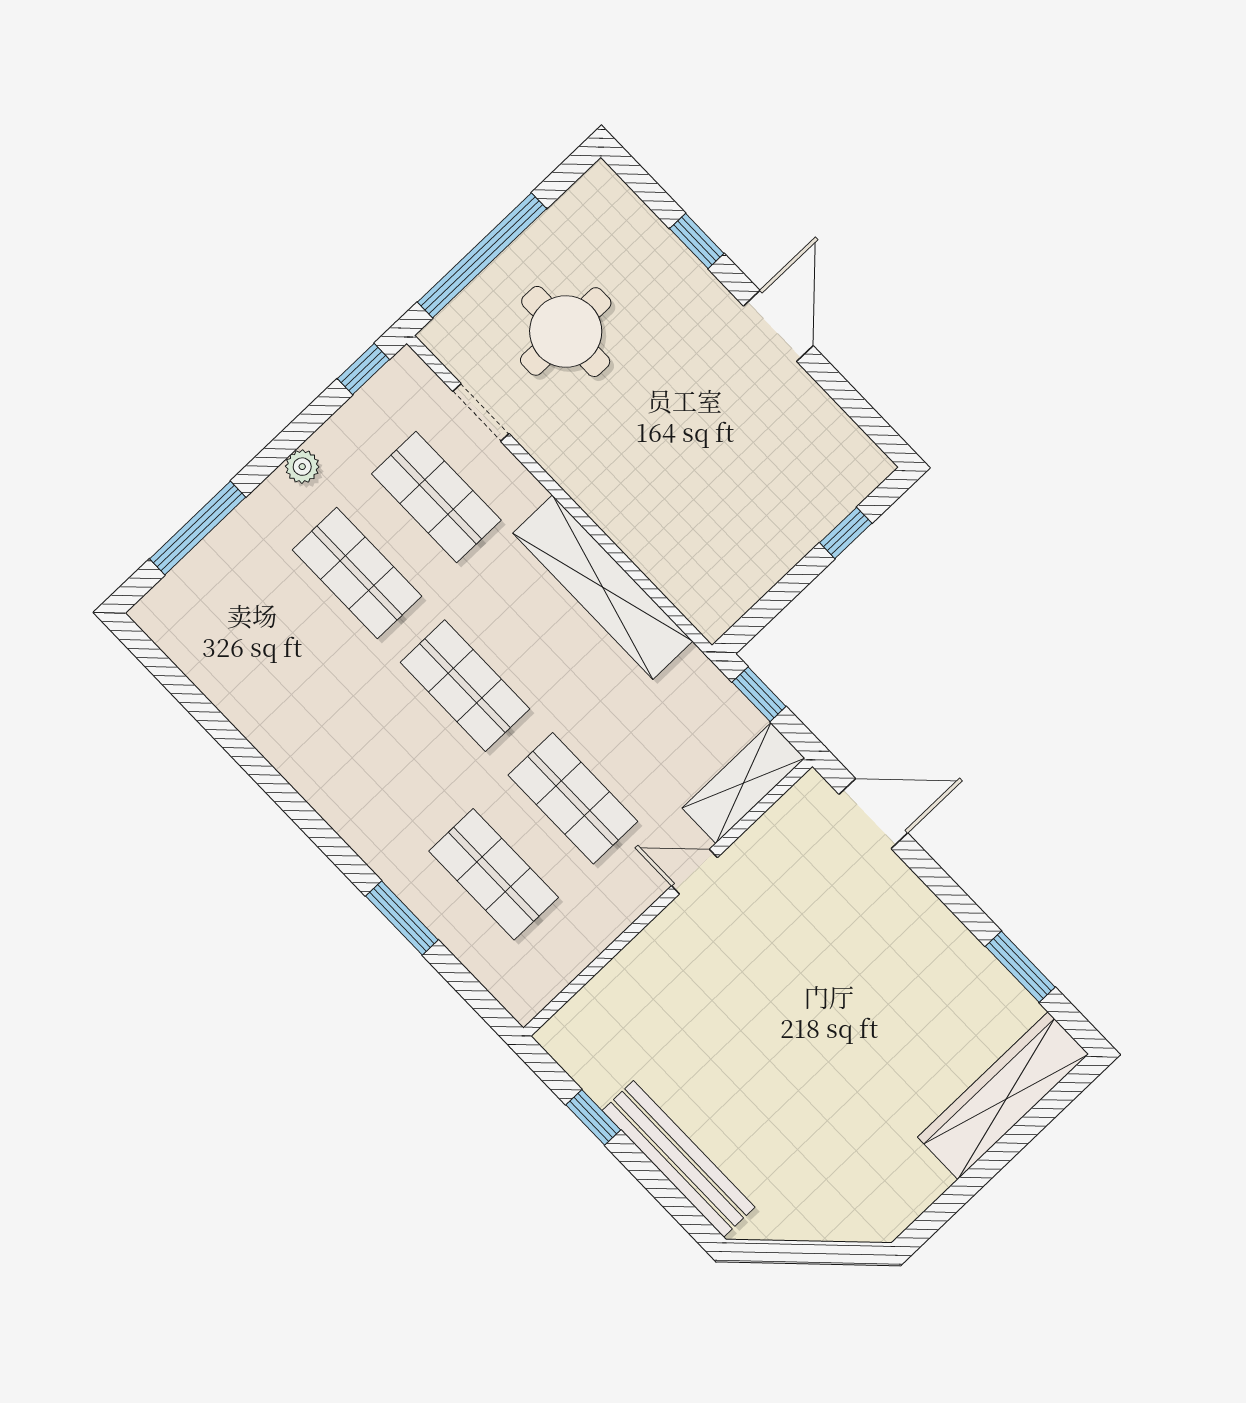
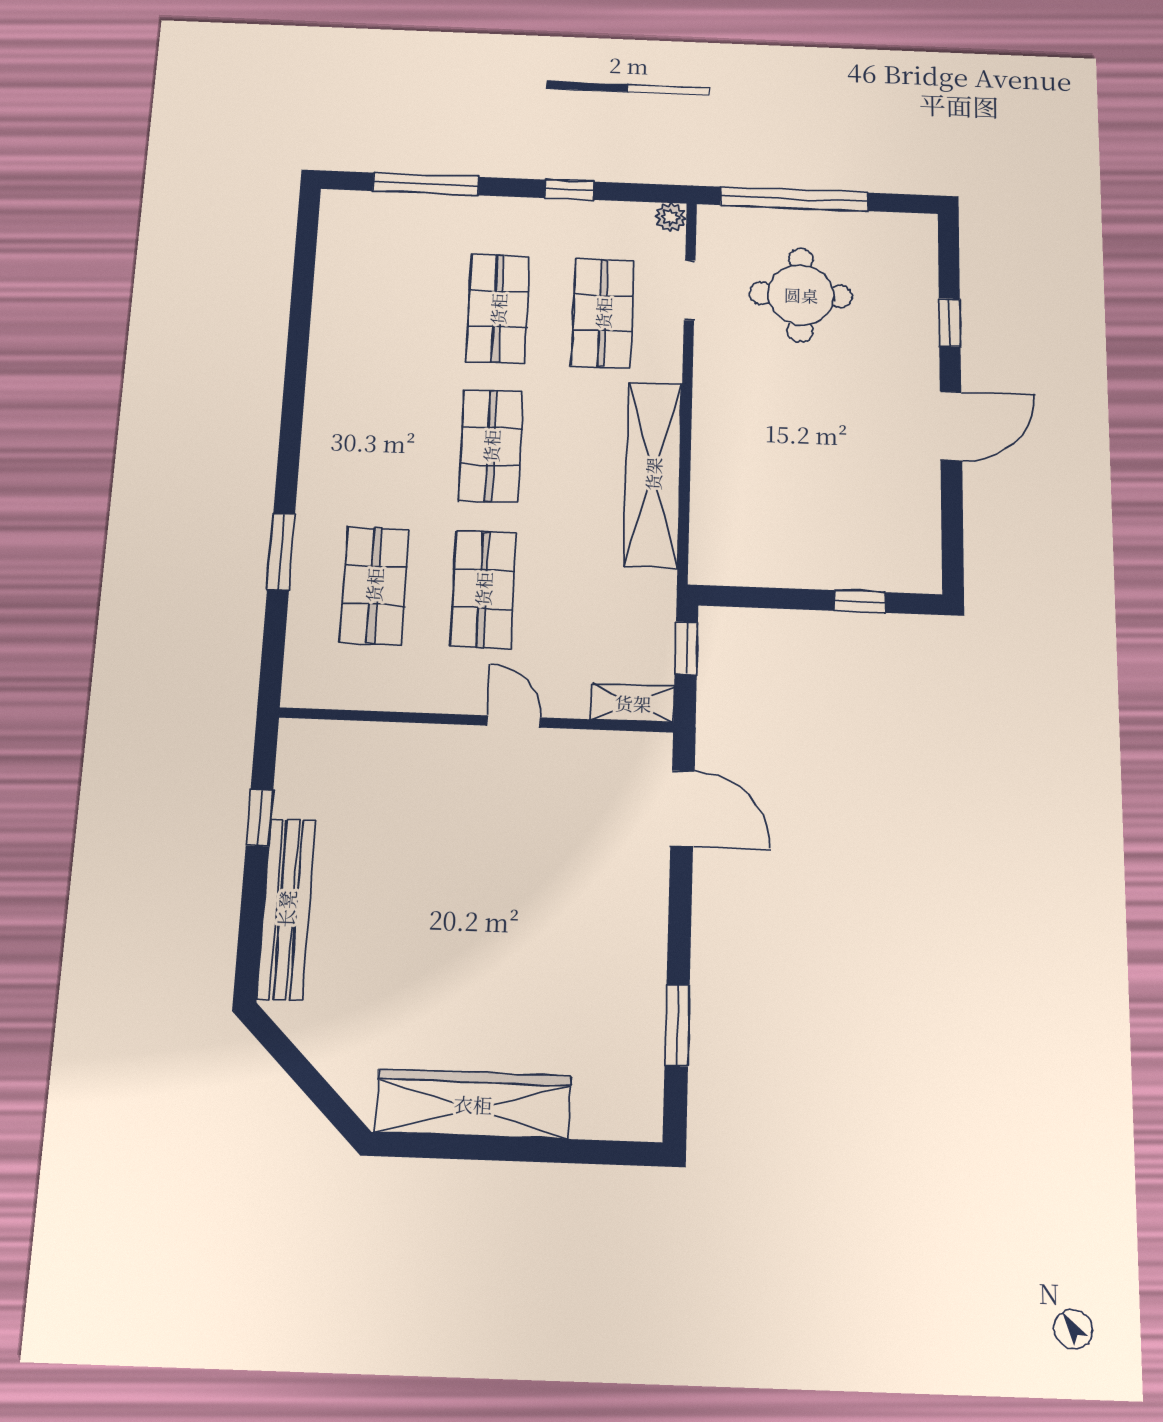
window: (363, 369) -> (569, 190), moved
plant: (302, 467) -> (670, 217), moved
shelving: (743, 783) -> (633, 703), width x0.67, depth x0.75
wardrobe: (1003, 1096) -> (473, 1104), moved

